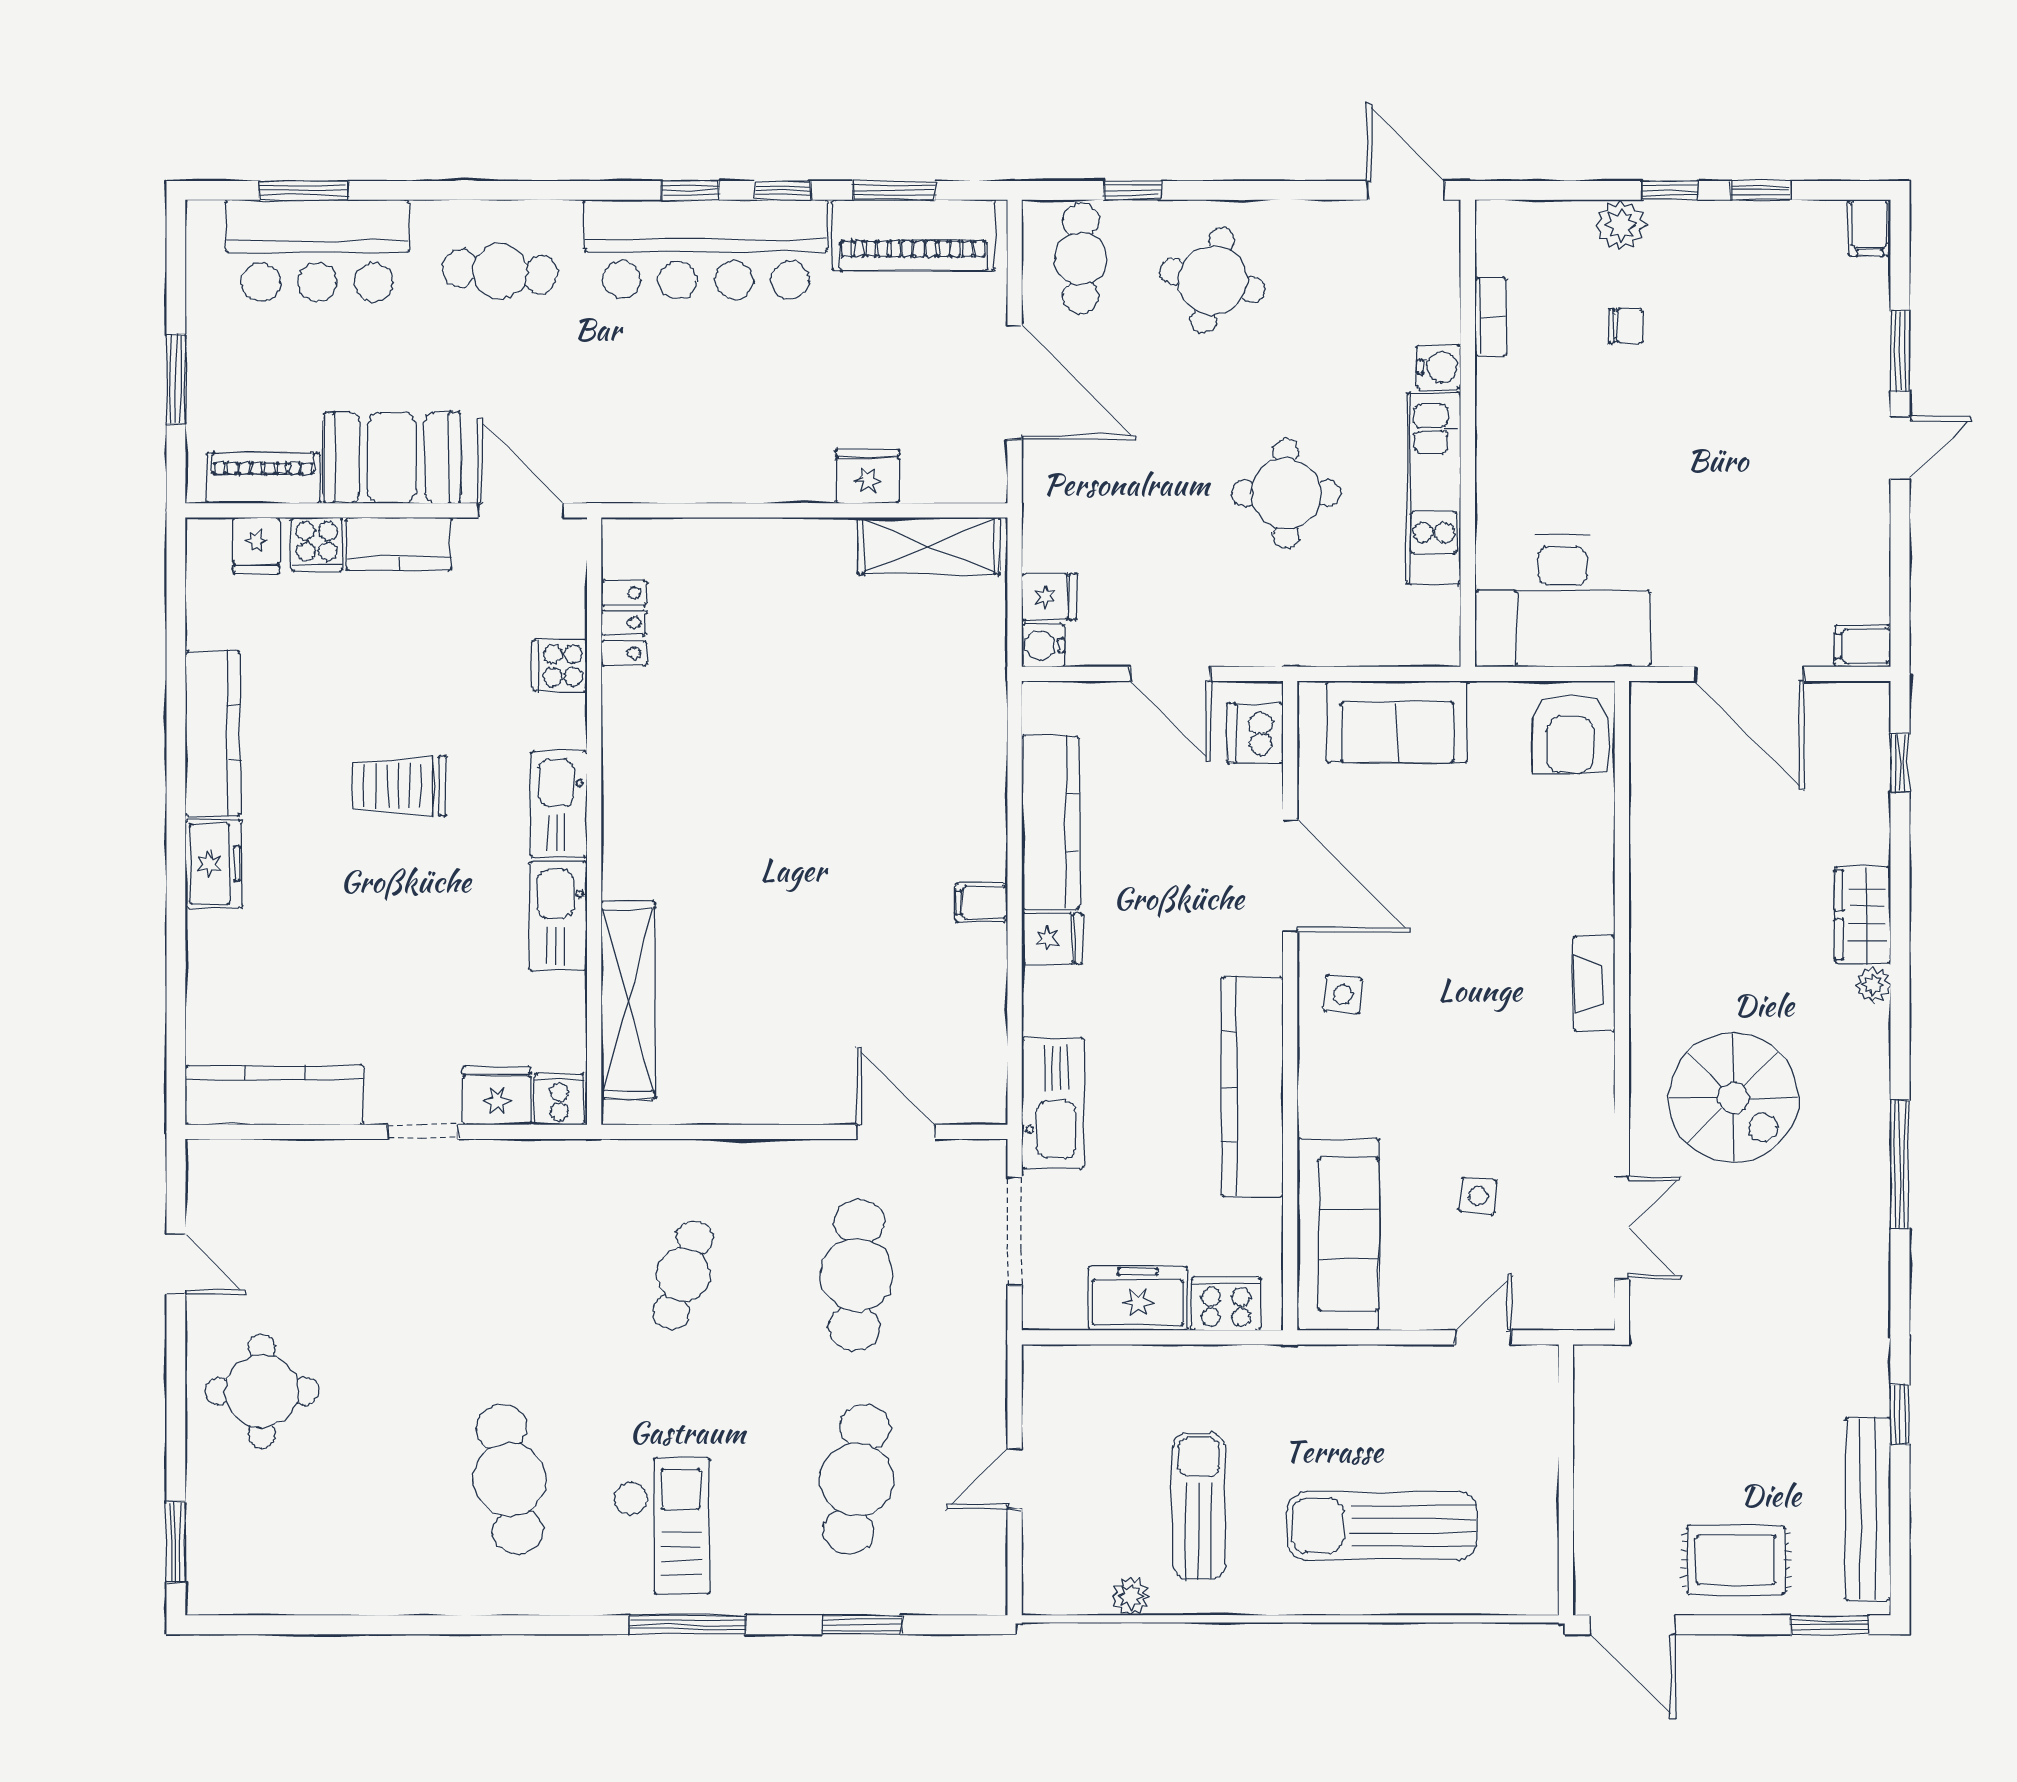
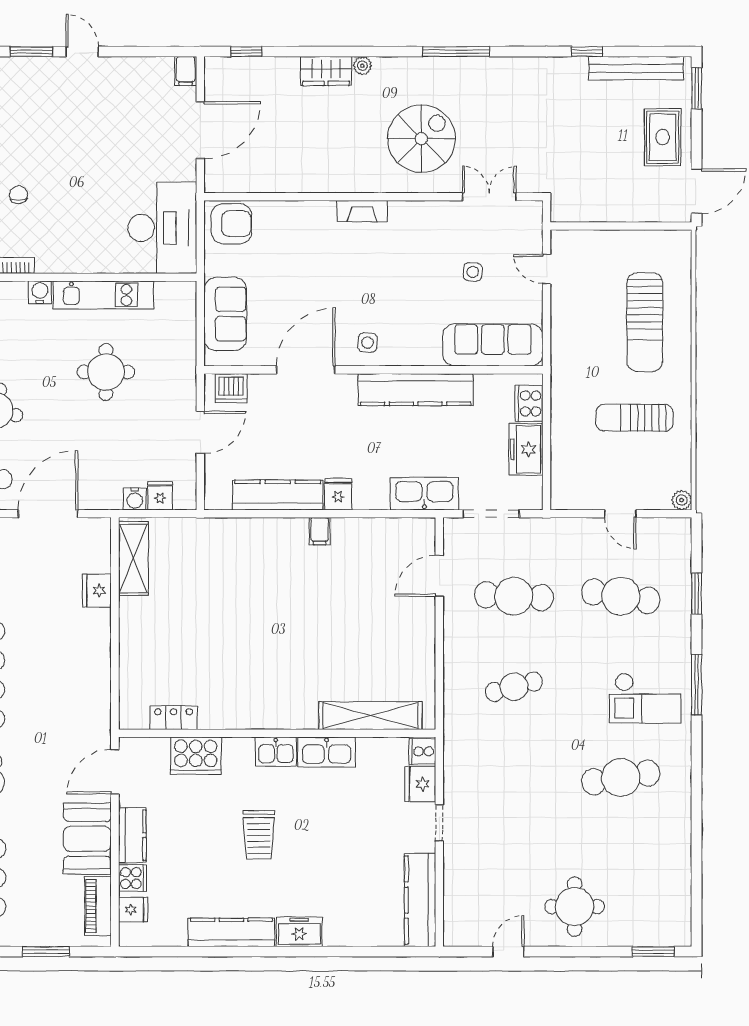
water cooler: (1043, 645) -> (135, 499), moved
cooker: (560, 665) -> (196, 756), width x1.87, depth x1.31
kitchen sink: (559, 804) -> (276, 752), width x0.73
cafe table: (683, 1275) -> (514, 687), turned -33
checkout: (662, 1526) -> (645, 698), turned 180
plant: (1131, 1596) -> (682, 500), moved

